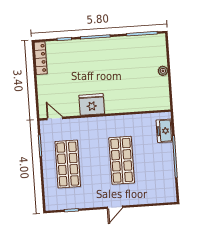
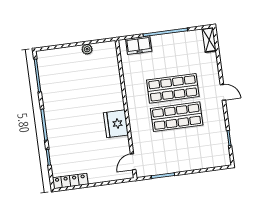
plant: (163, 71) -> (87, 49), moved
shop shelf: (68, 164) -> (177, 117), moved
shelving: (165, 198) -> (209, 40), added

